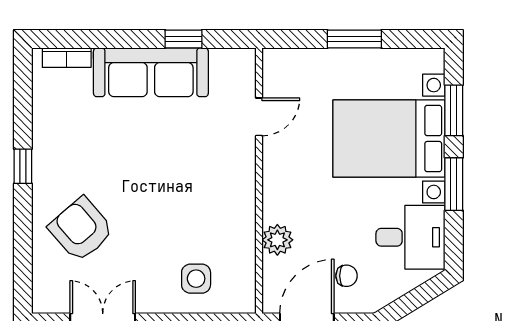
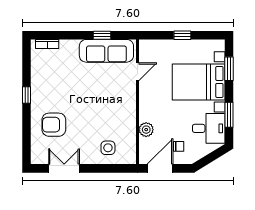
window: (354, 39) -> (182, 35), width x0.67
sofa: (151, 72) -> (106, 51), moved
window: (454, 184) -> (229, 115), moved
armchair: (81, 229) -> (54, 125), turned -49

